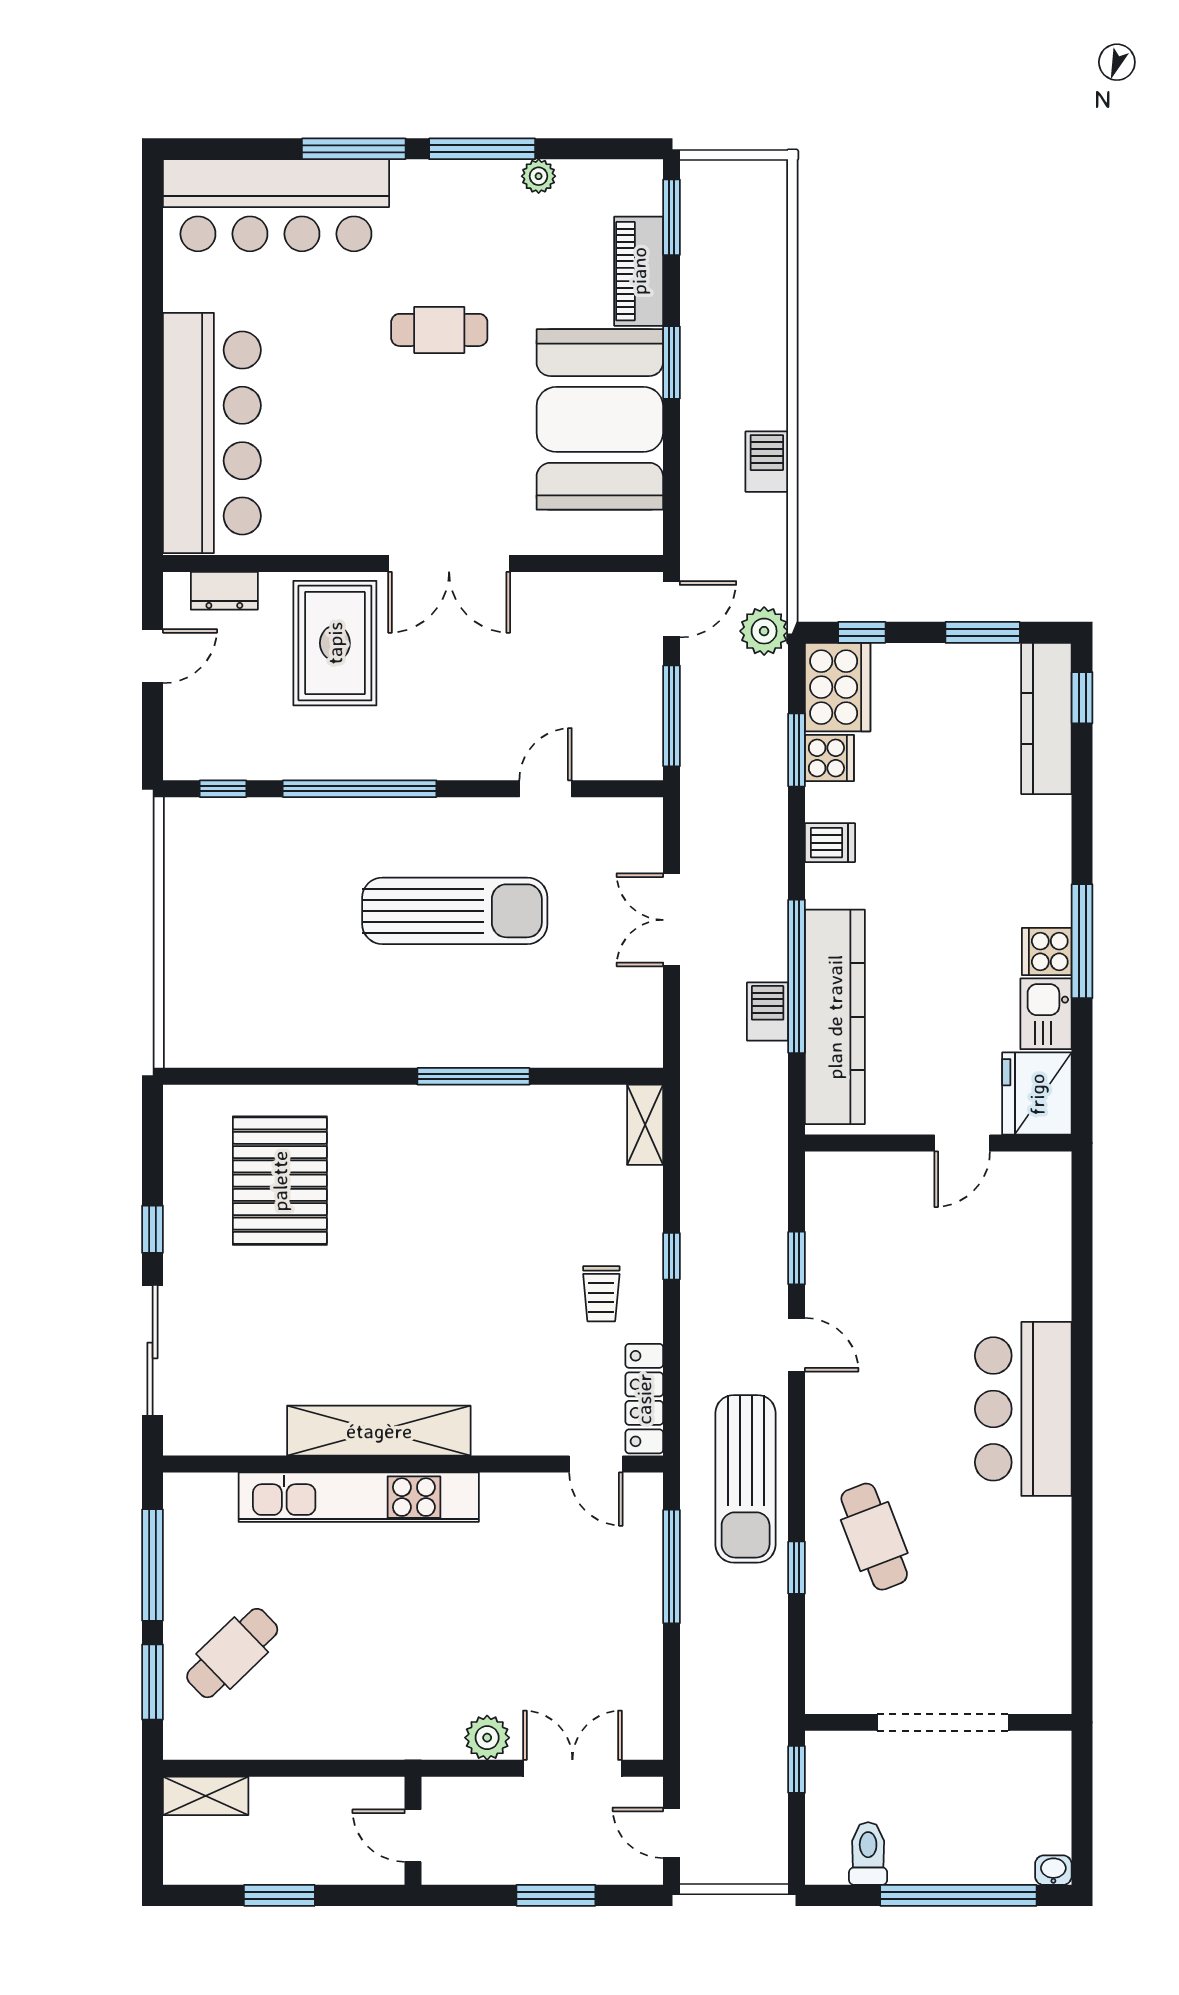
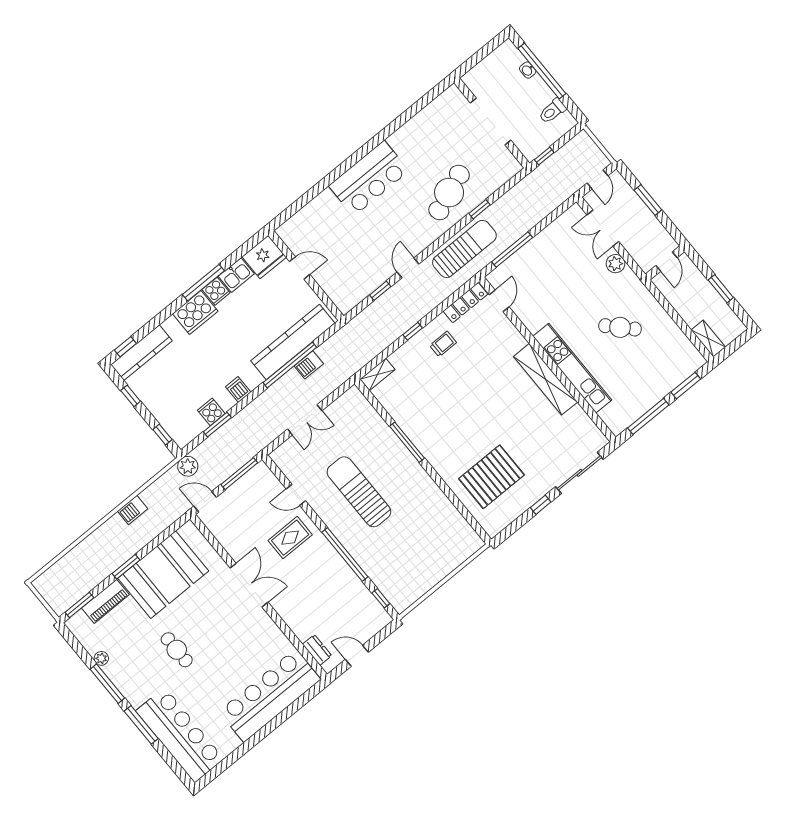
window: (983, 632) -> (131, 396), width x0.67
rug: (335, 643) -> (290, 538), moved, width x0.73, depth x0.70
cooker: (838, 687) -> (195, 313), moved, turned 180
cafe table: (874, 1537) -> (449, 192), width x1.37, depth x1.35
cafe table: (232, 1653) -> (620, 327), moved
washbasin: (1053, 1870) -> (528, 70), moved

